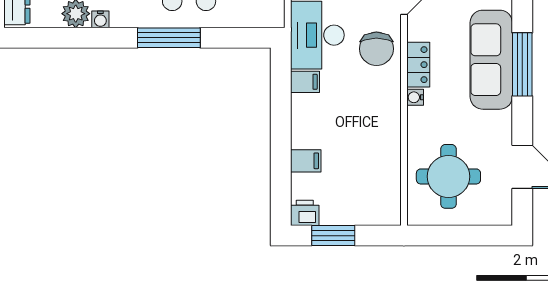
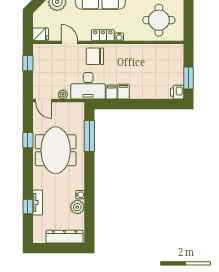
window: (169, 38) -> (89, 136), moved
chair: (376, 49) -> (95, 56), turned 180
filing cabinet: (306, 161) -> (123, 92), moved

